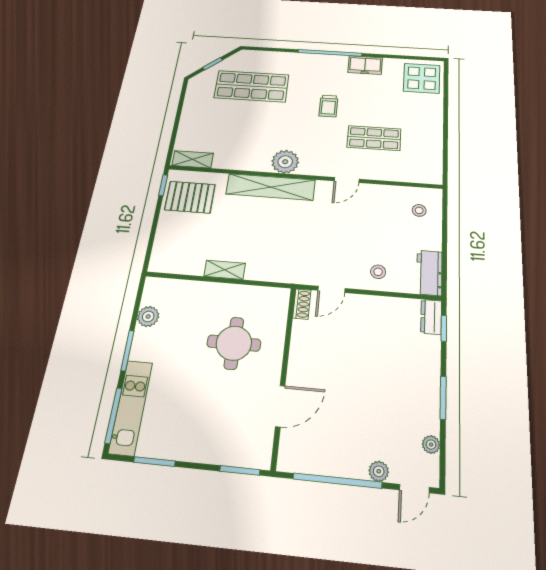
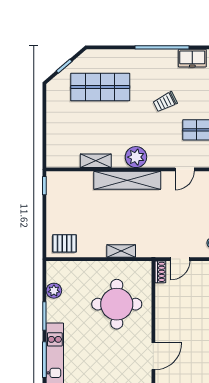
trolley: (328, 106) -> (165, 102), turned 63
shelving: (193, 159) -> (96, 161), moved
pallet: (190, 197) -> (64, 243), moved, width x0.67, depth x0.71
shelving: (225, 270) -> (121, 251), moved
round table: (234, 343) -> (117, 304), width x1.36, depth x1.36
door: (280, 406) -> (153, 356), moved

